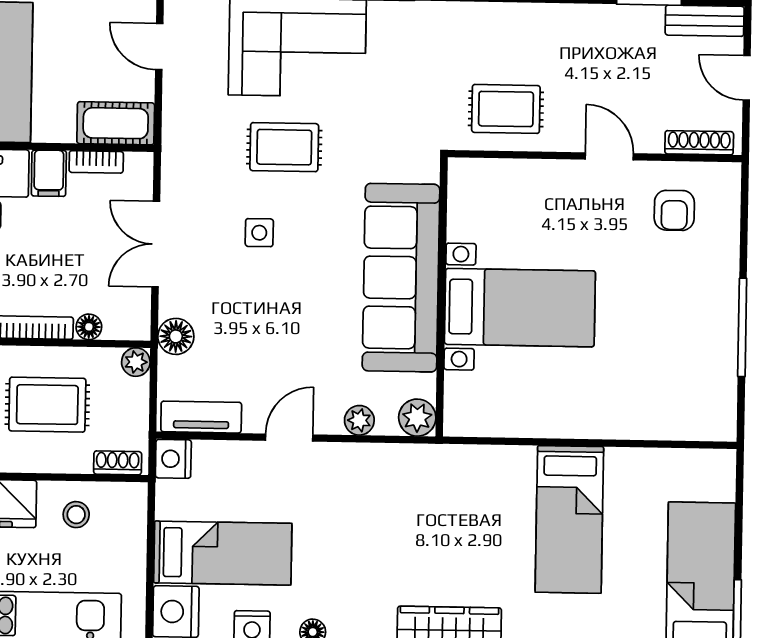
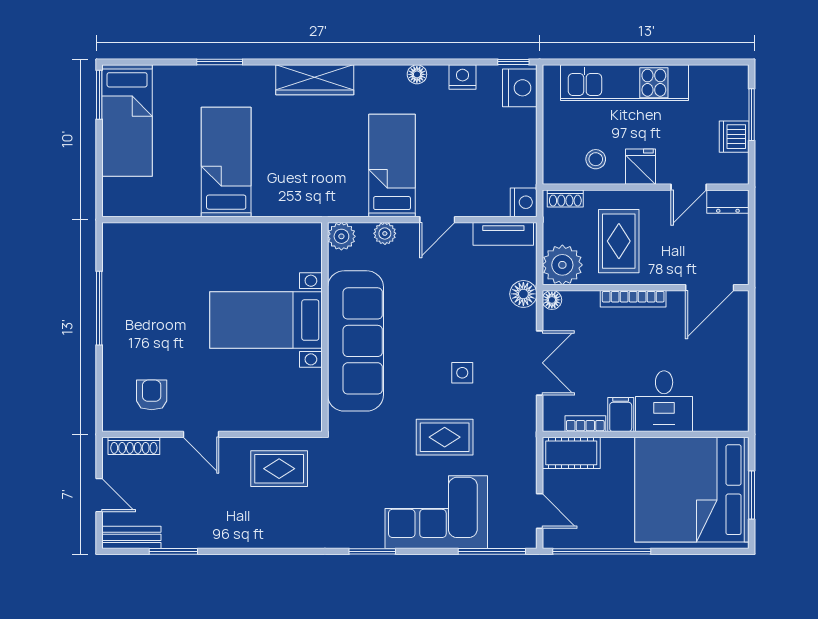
floor lamp: (89, 327) -> (552, 300), moved
plant: (136, 362) -> (562, 265), width x1.87, depth x1.87
rug: (47, 405) -> (619, 241), turned 90
bed: (223, 553) -> (392, 165), moved, turned 90

